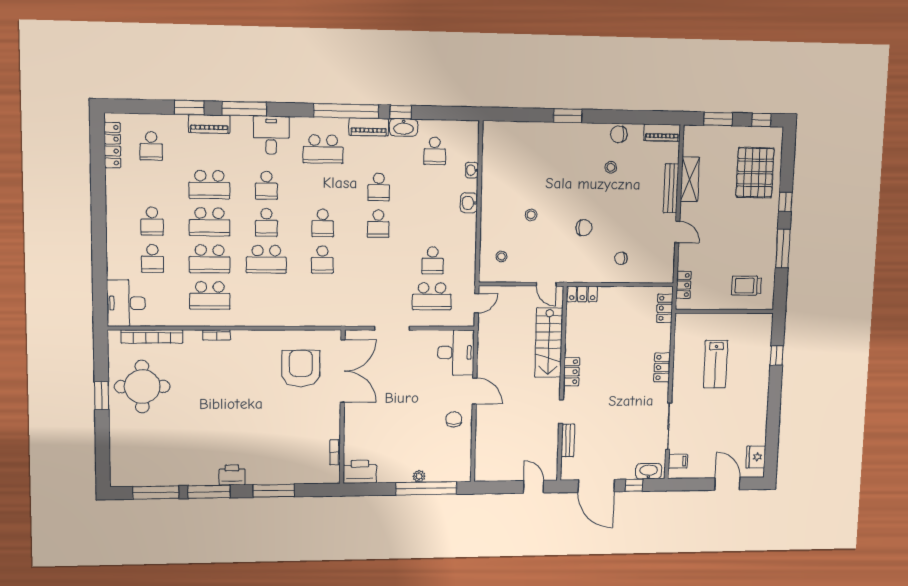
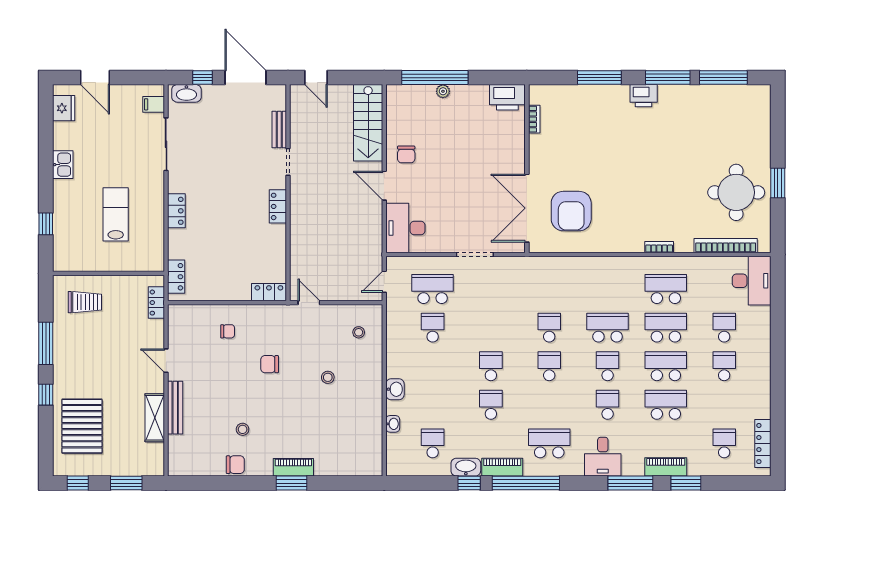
piano: (662, 133) -> (293, 467), moved
stairs: (549, 342) -> (368, 123), moved, turned 180
kitchen sink: (759, 408) -> (63, 165), added

